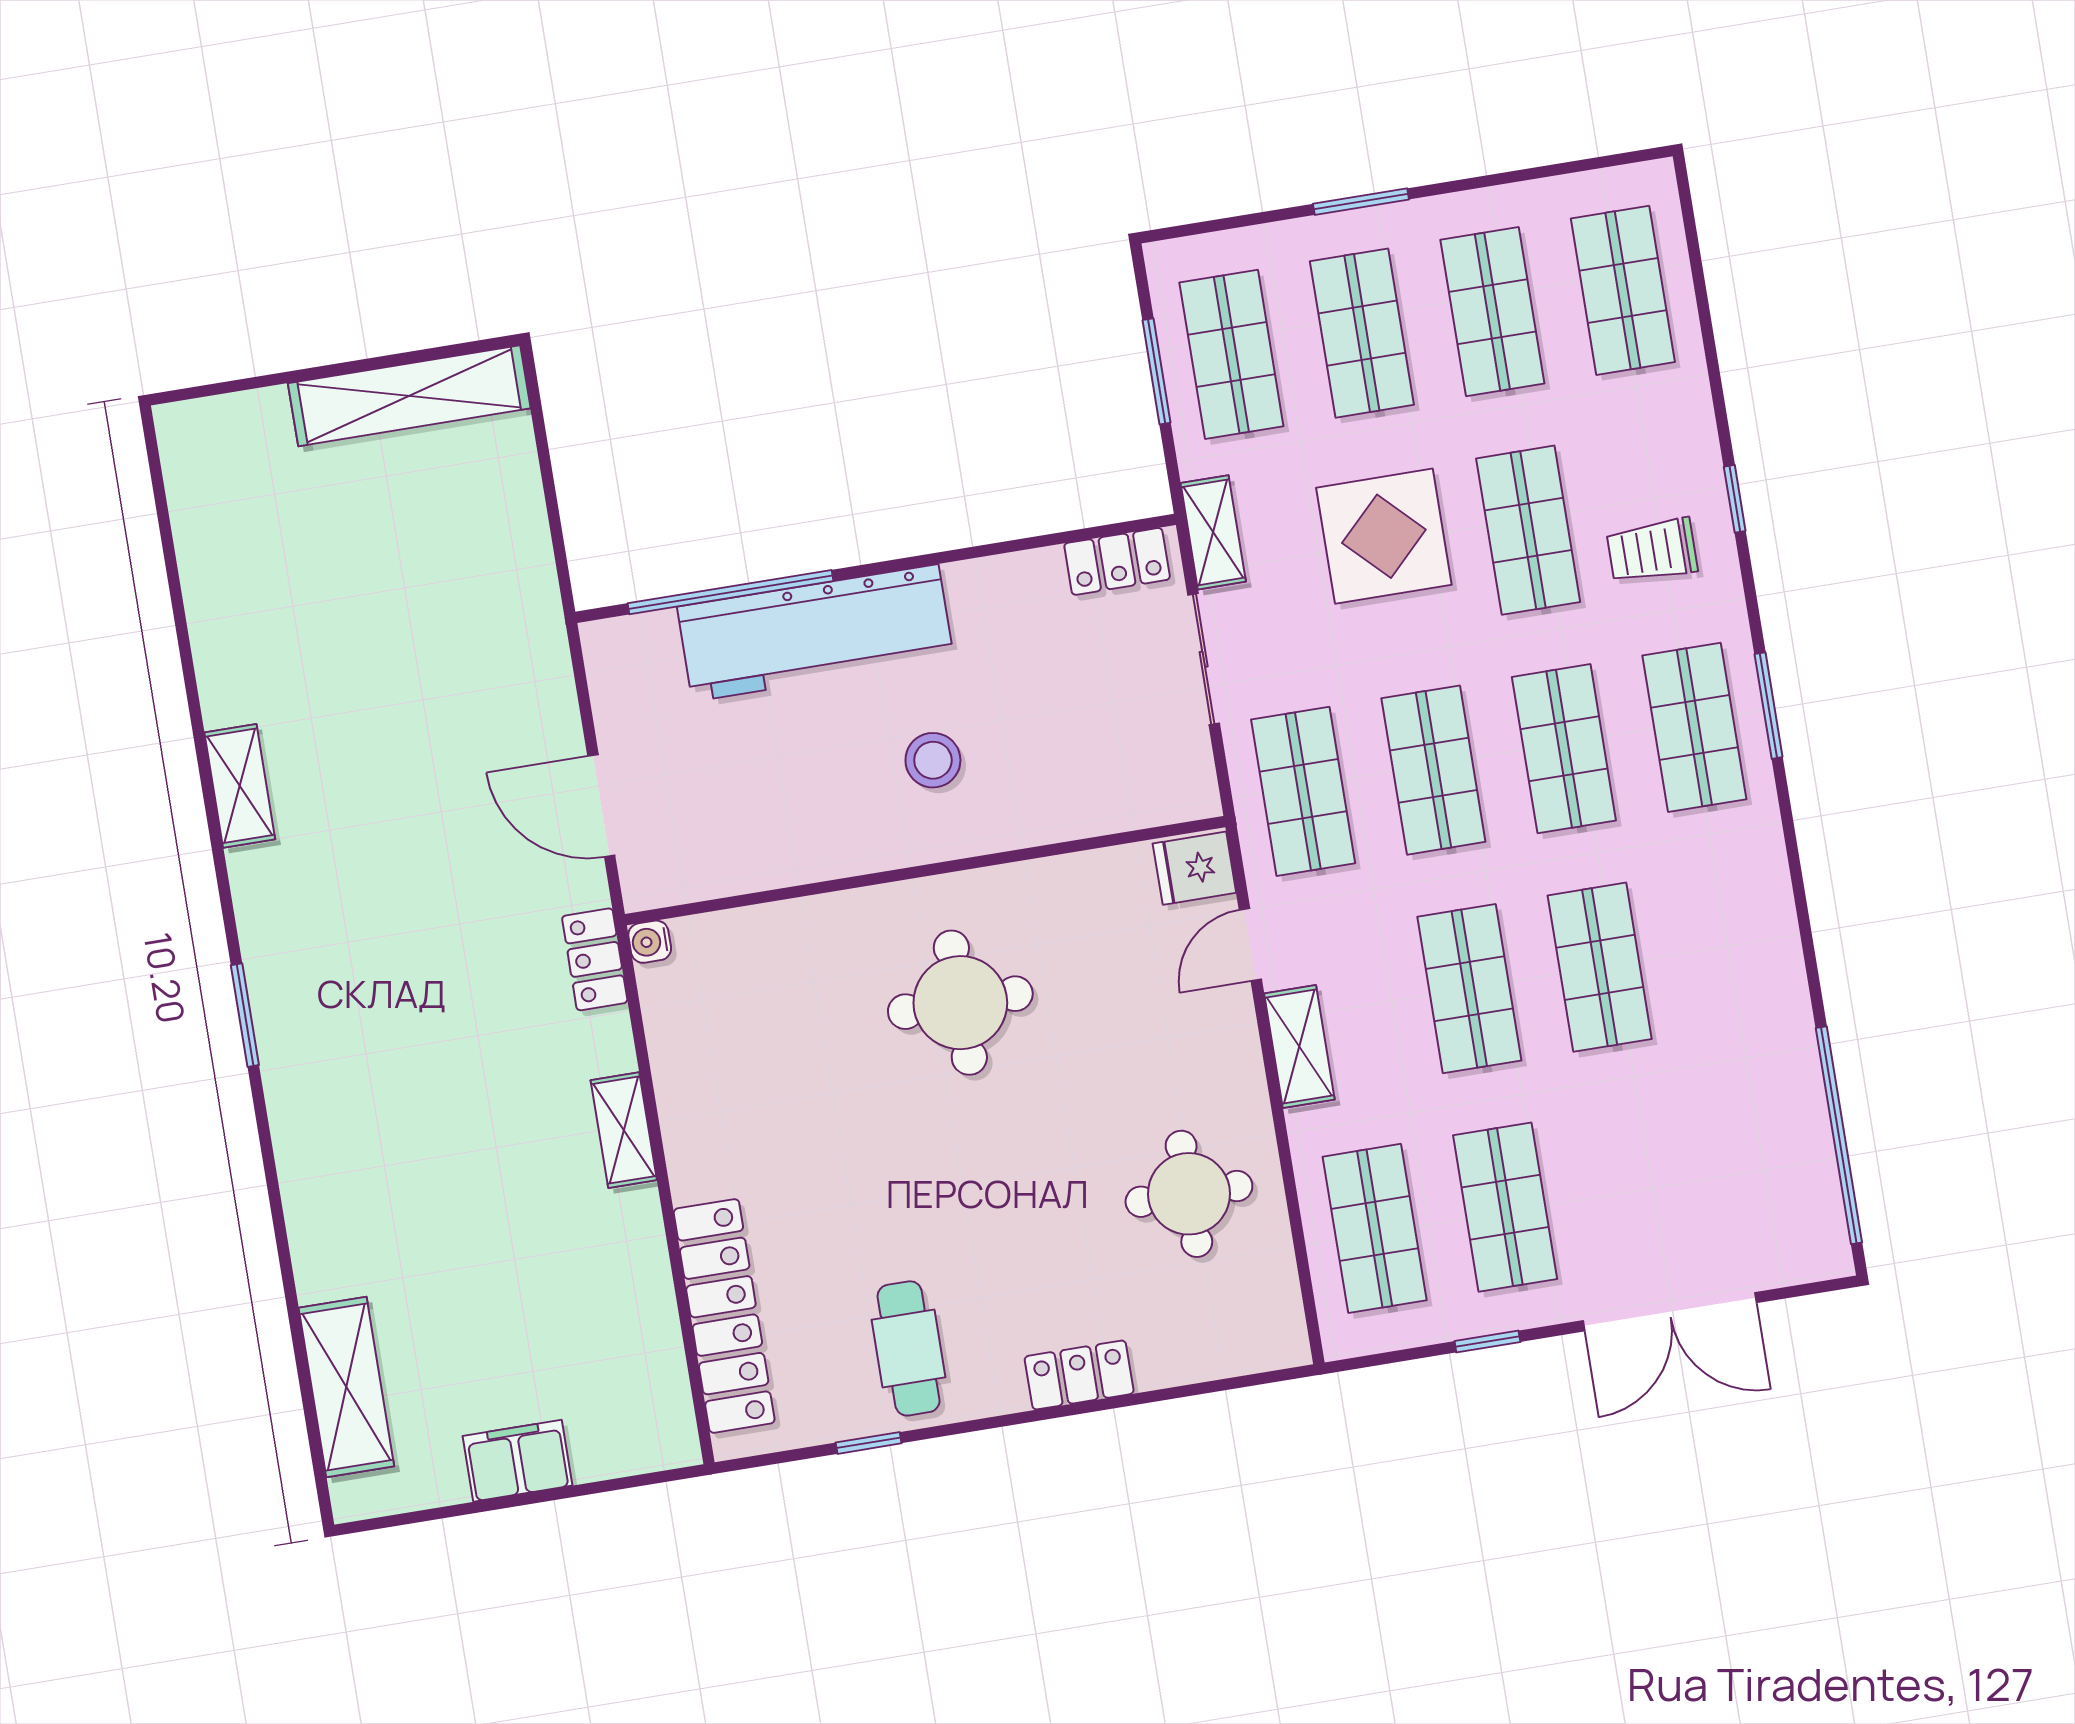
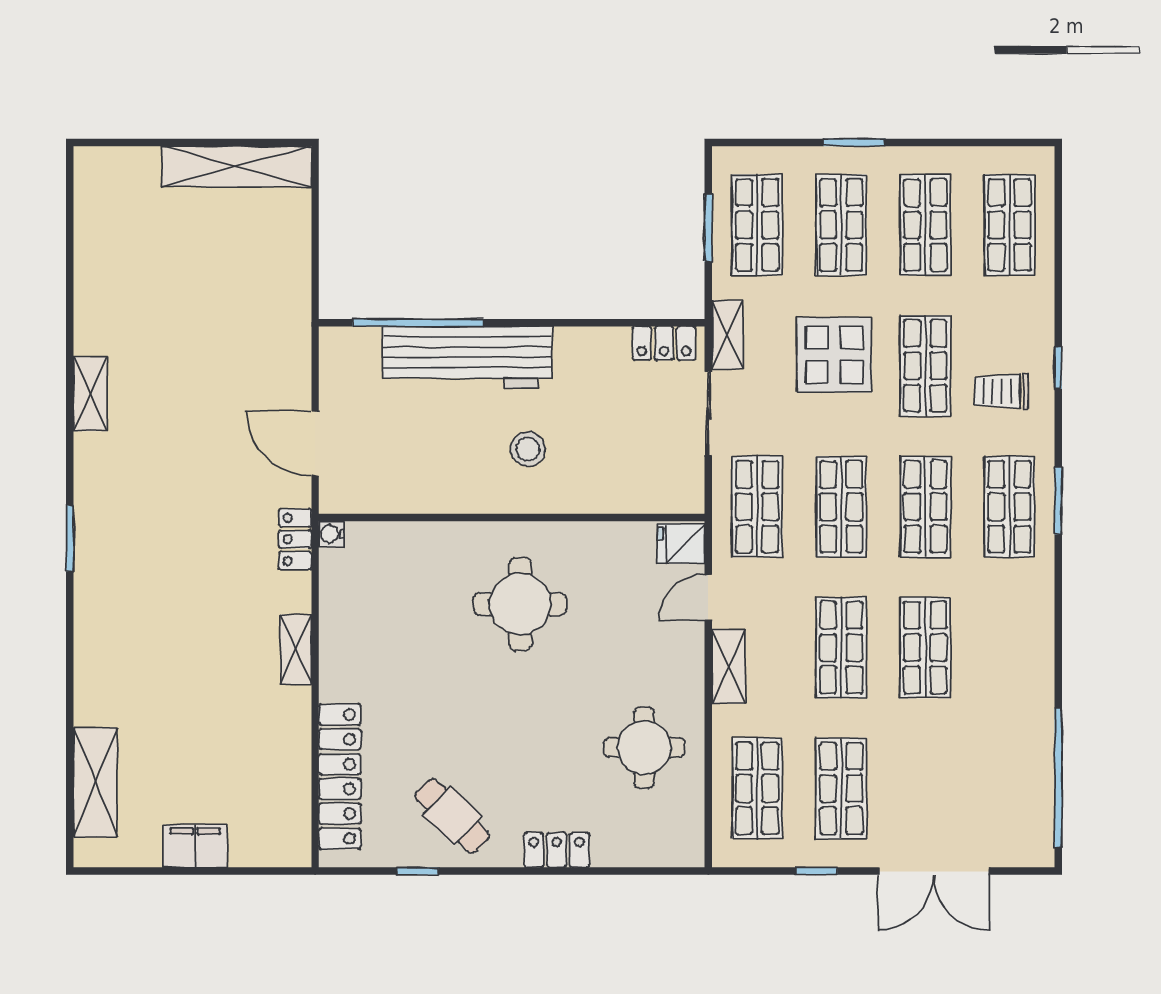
cafe table: (909, 1348) -> (452, 816), turned -45

